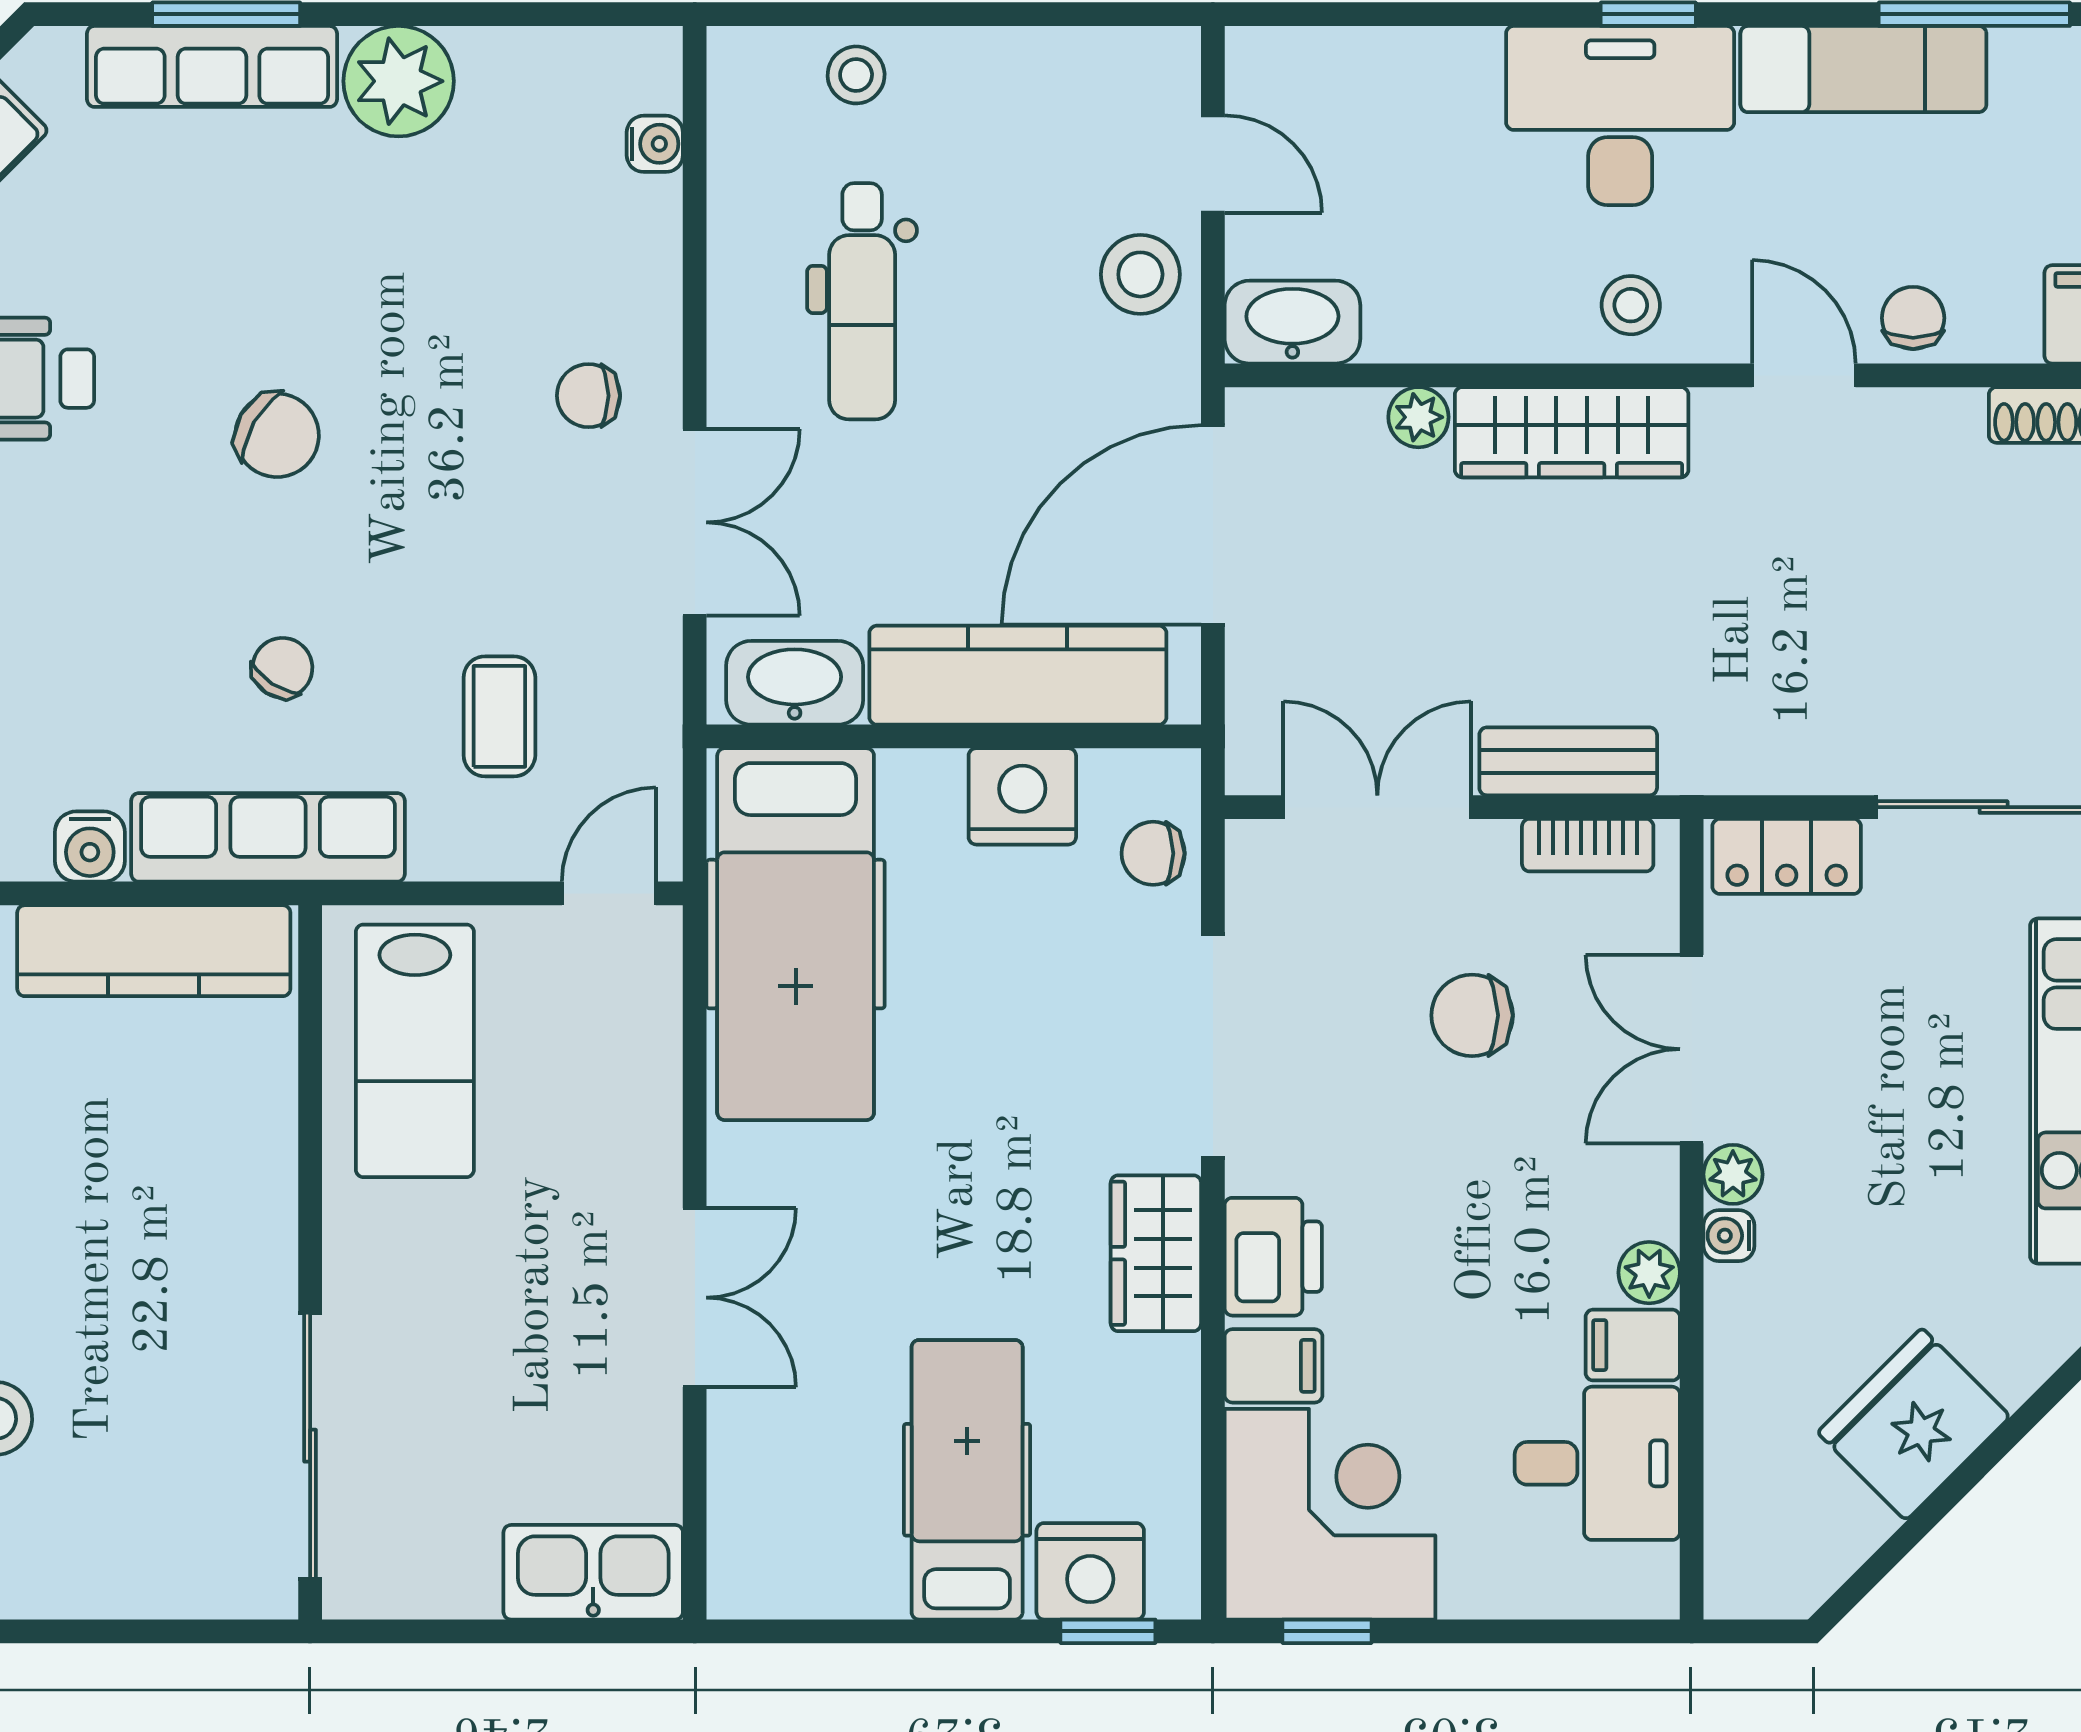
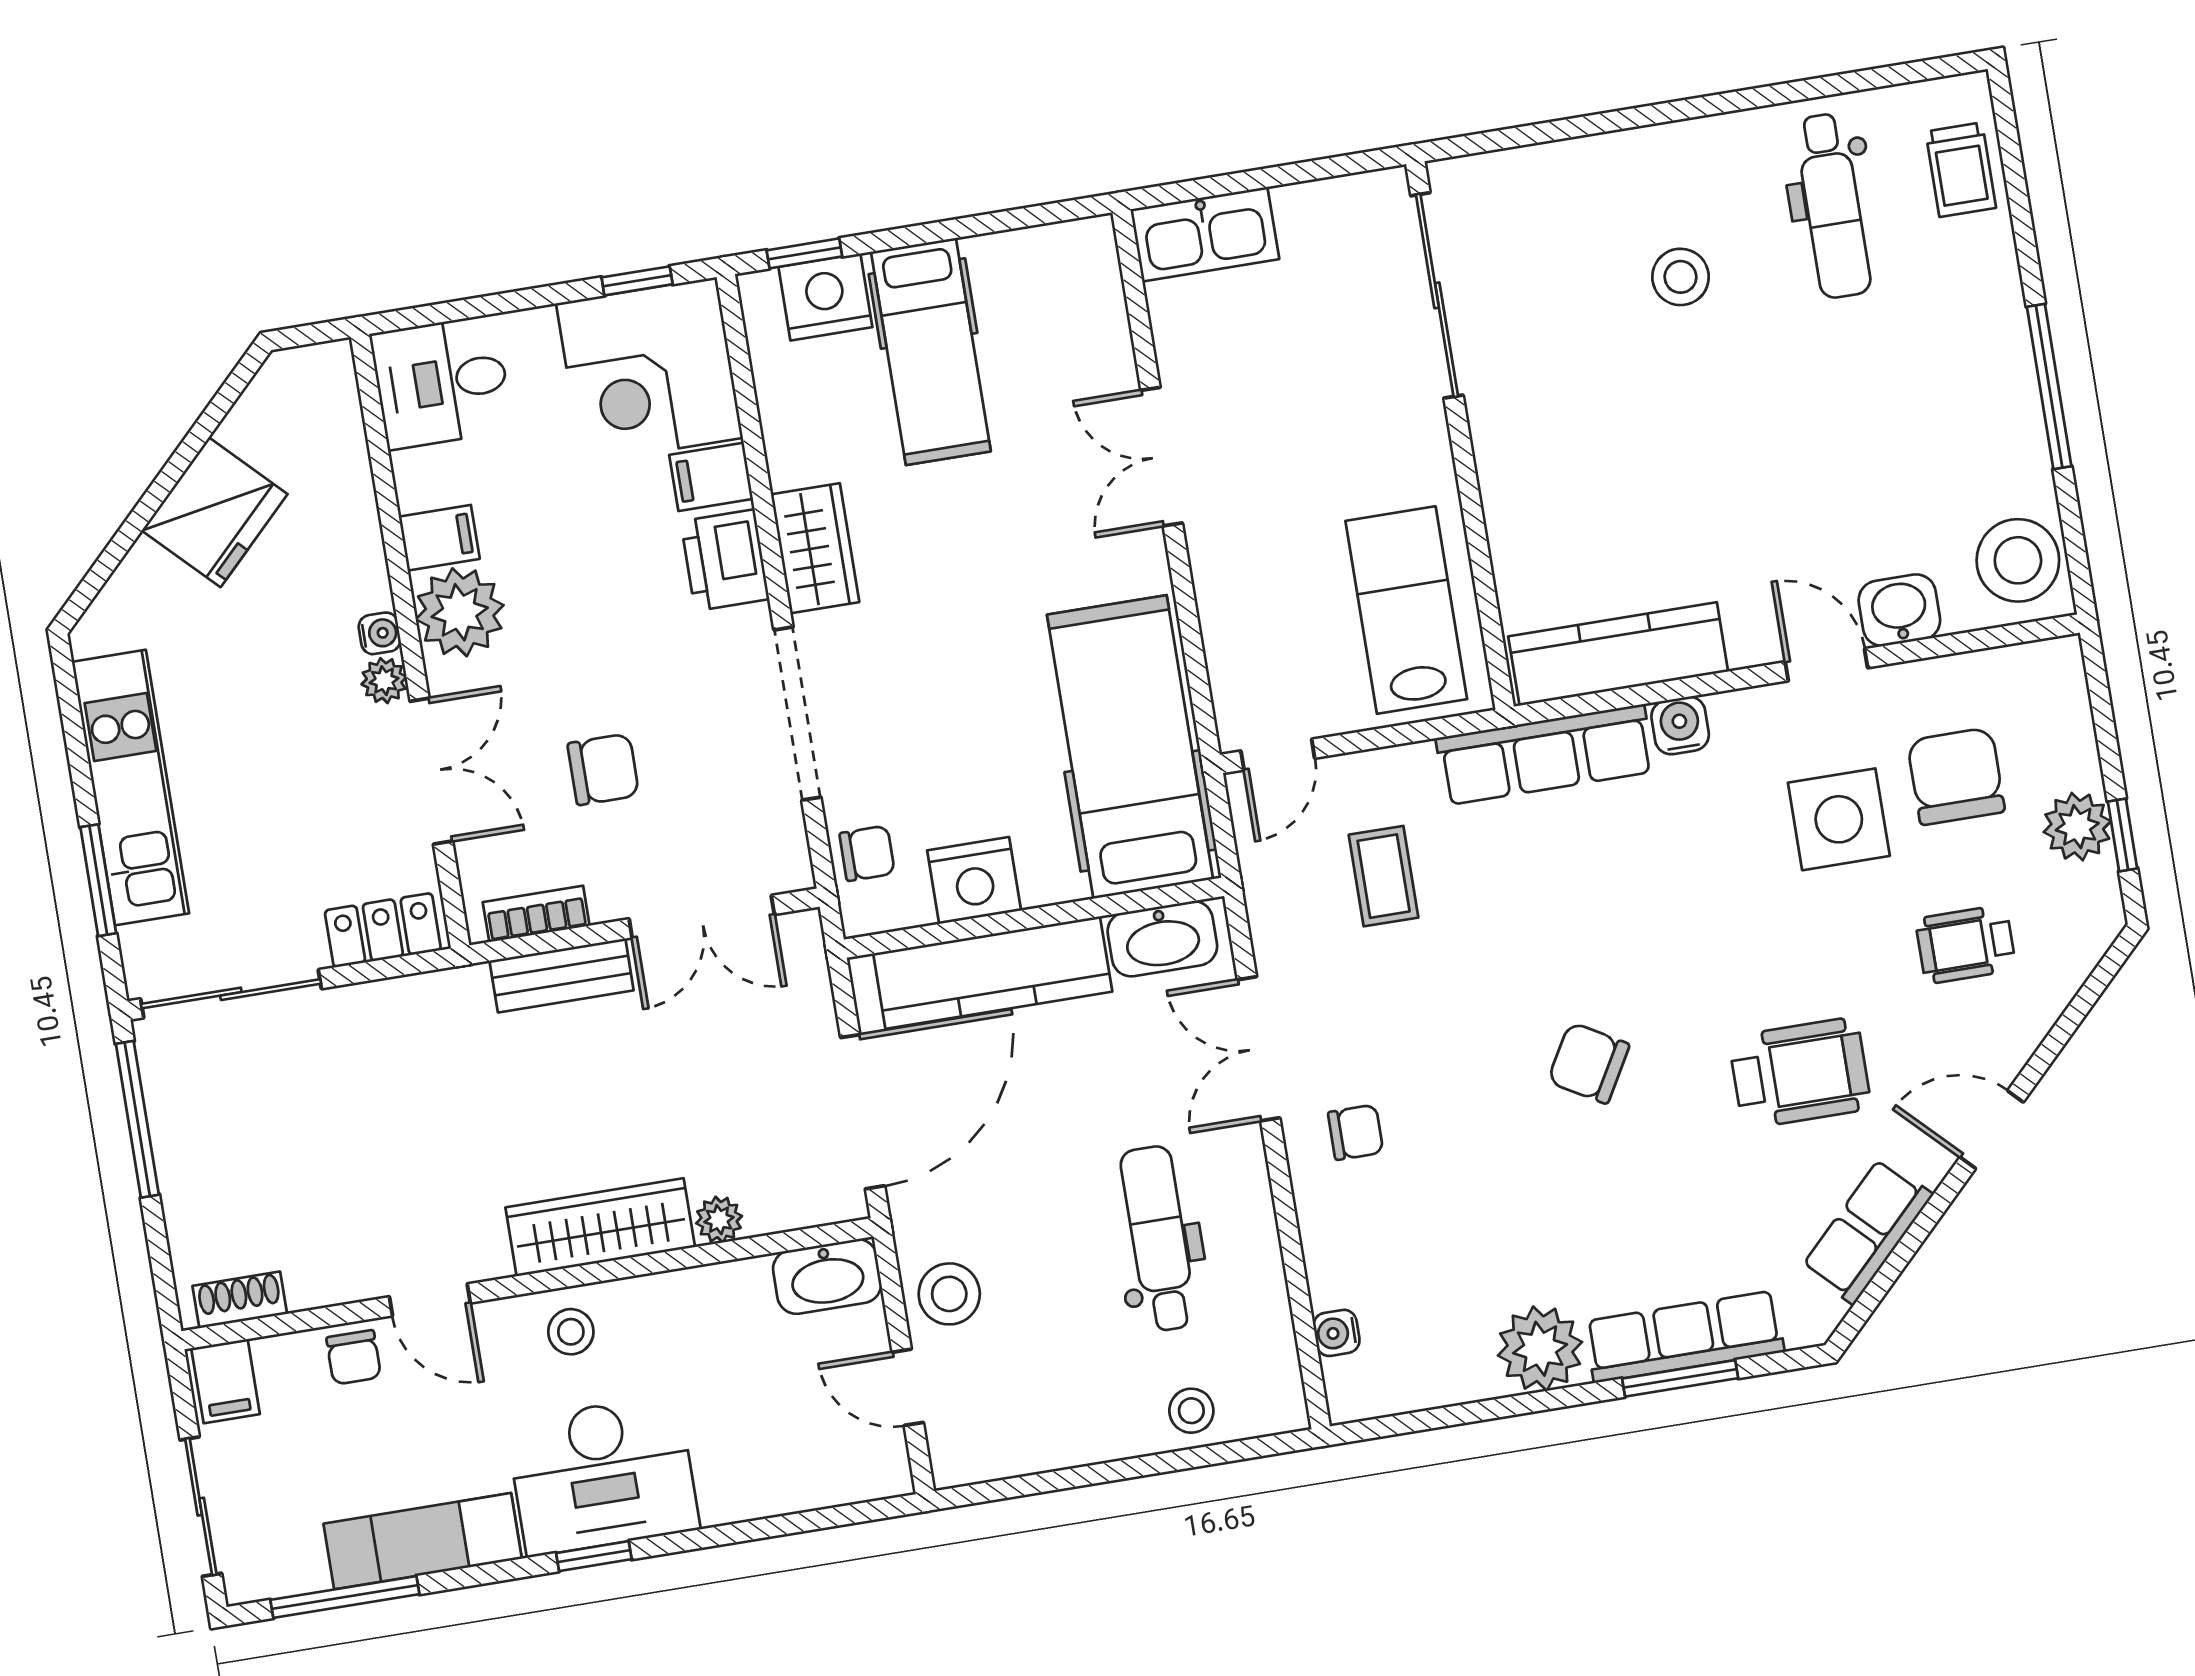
chair: (282, 668) -> (1555, 886), removed
plant: (1649, 1273) -> (460, 612), width x1.87, depth x1.87
desk: (1597, 1463) -> (442, 382), moved

